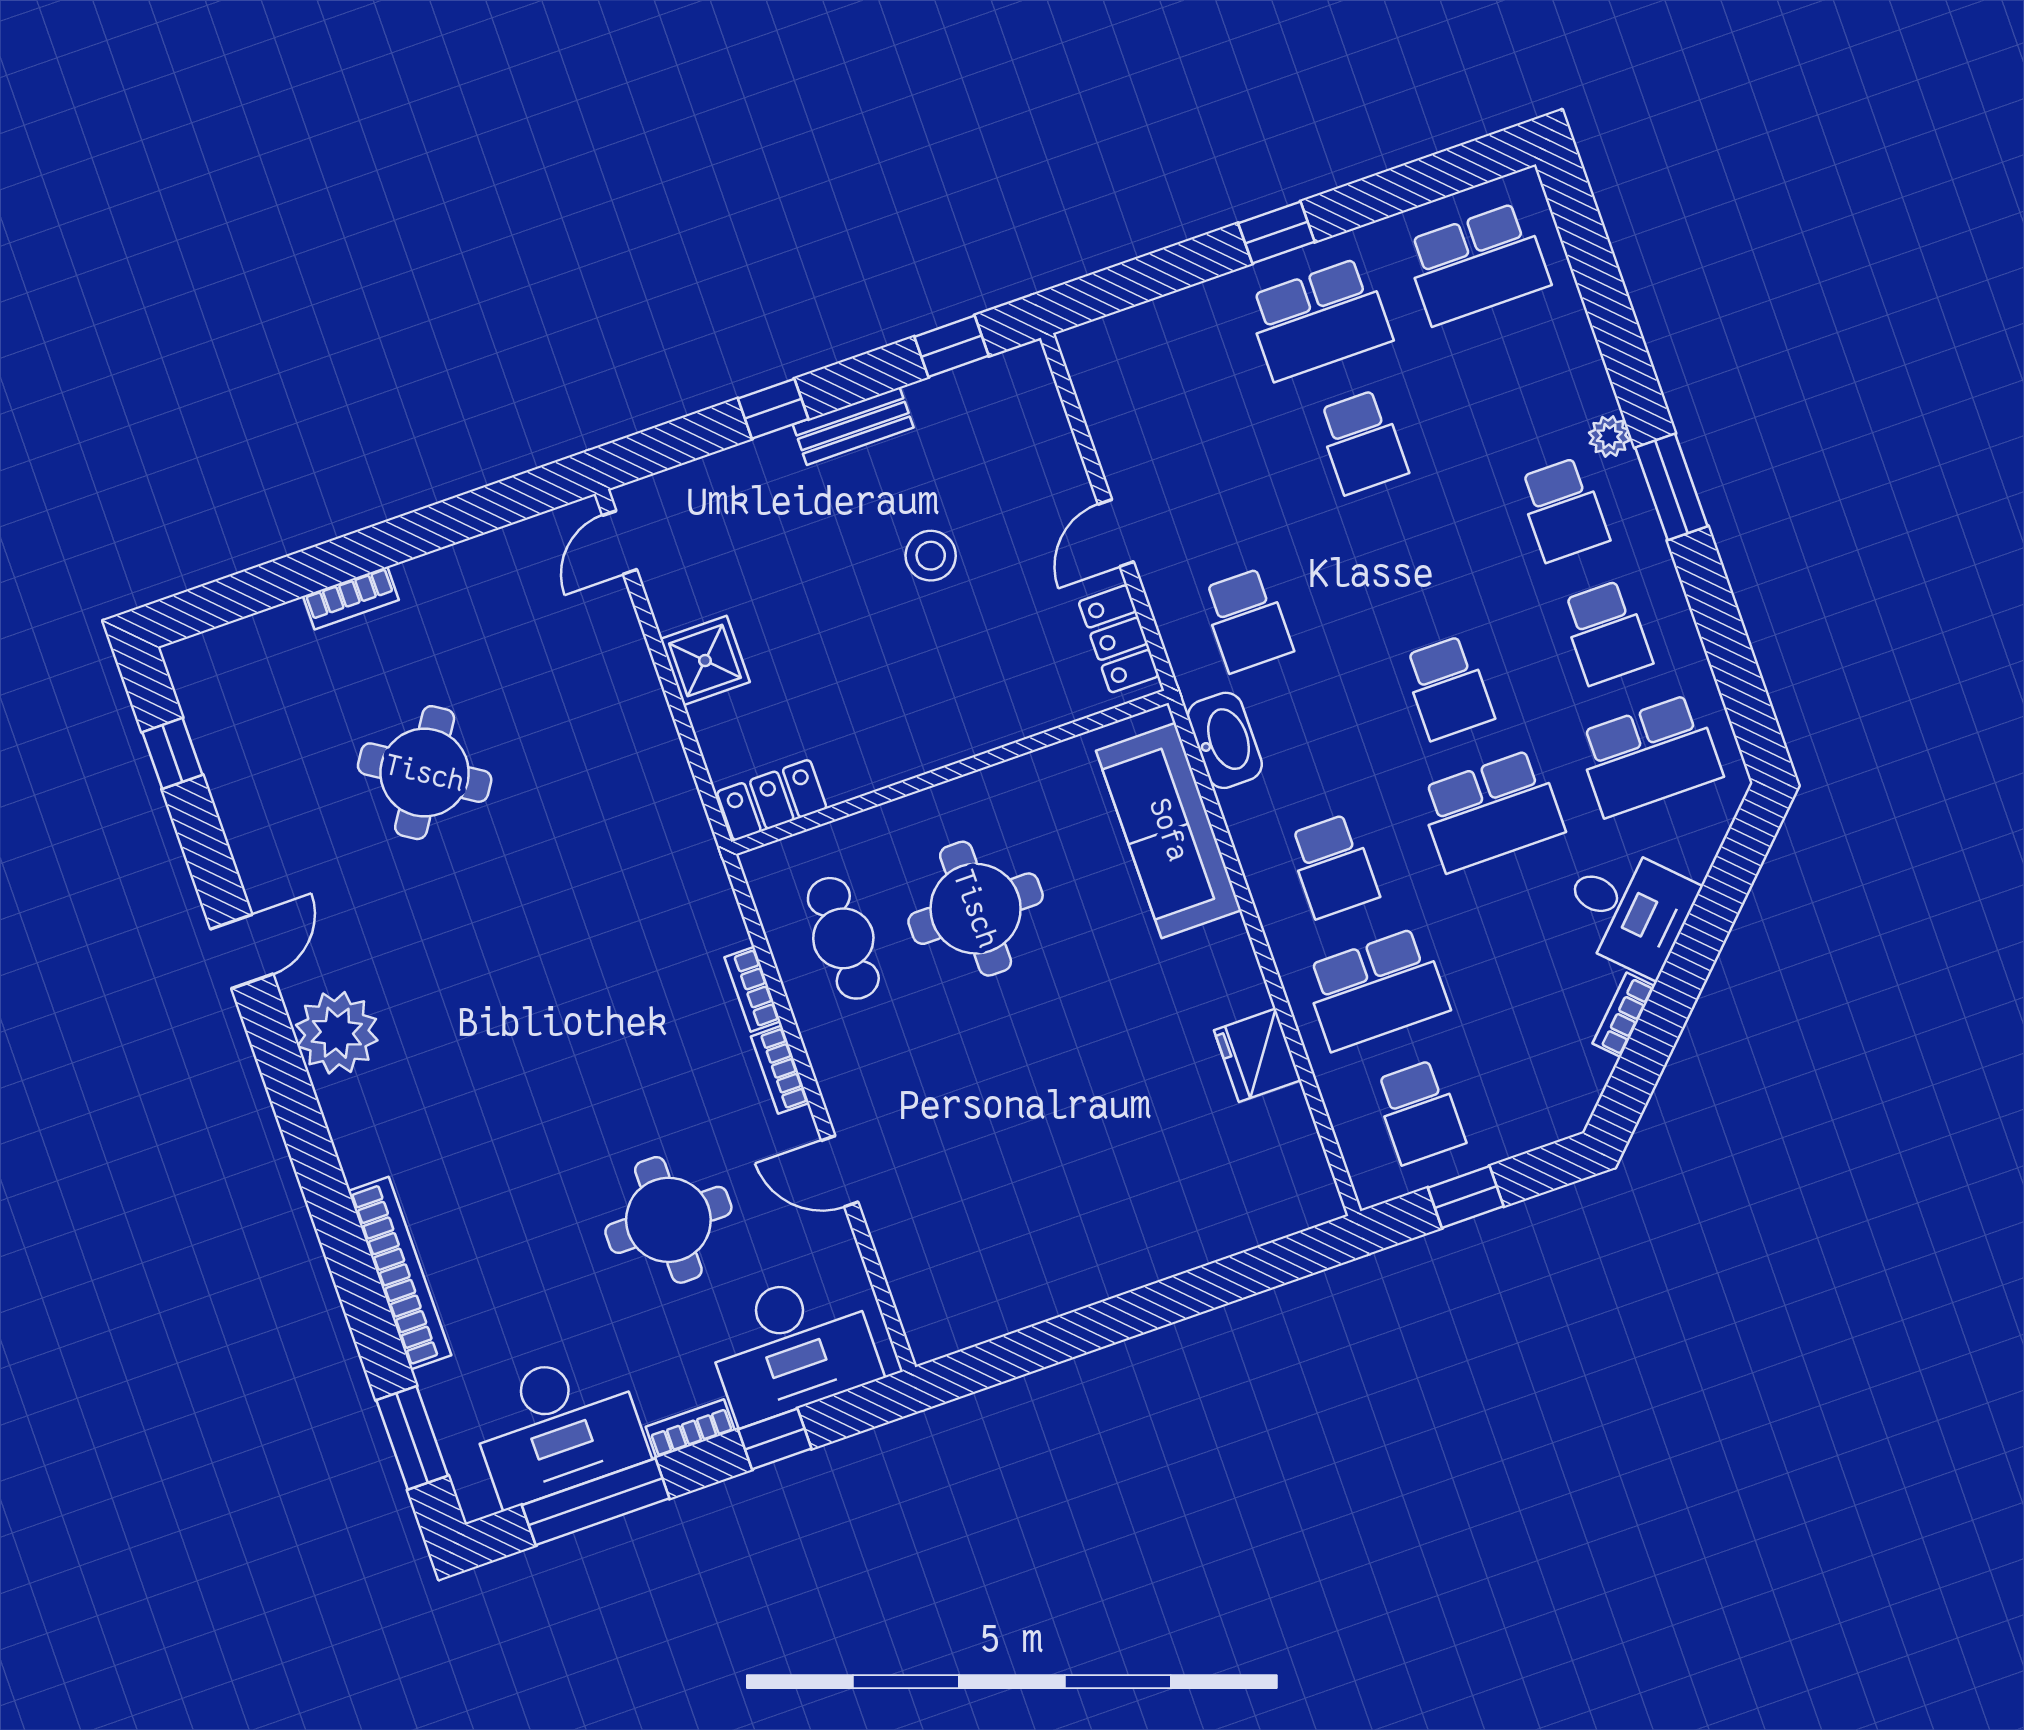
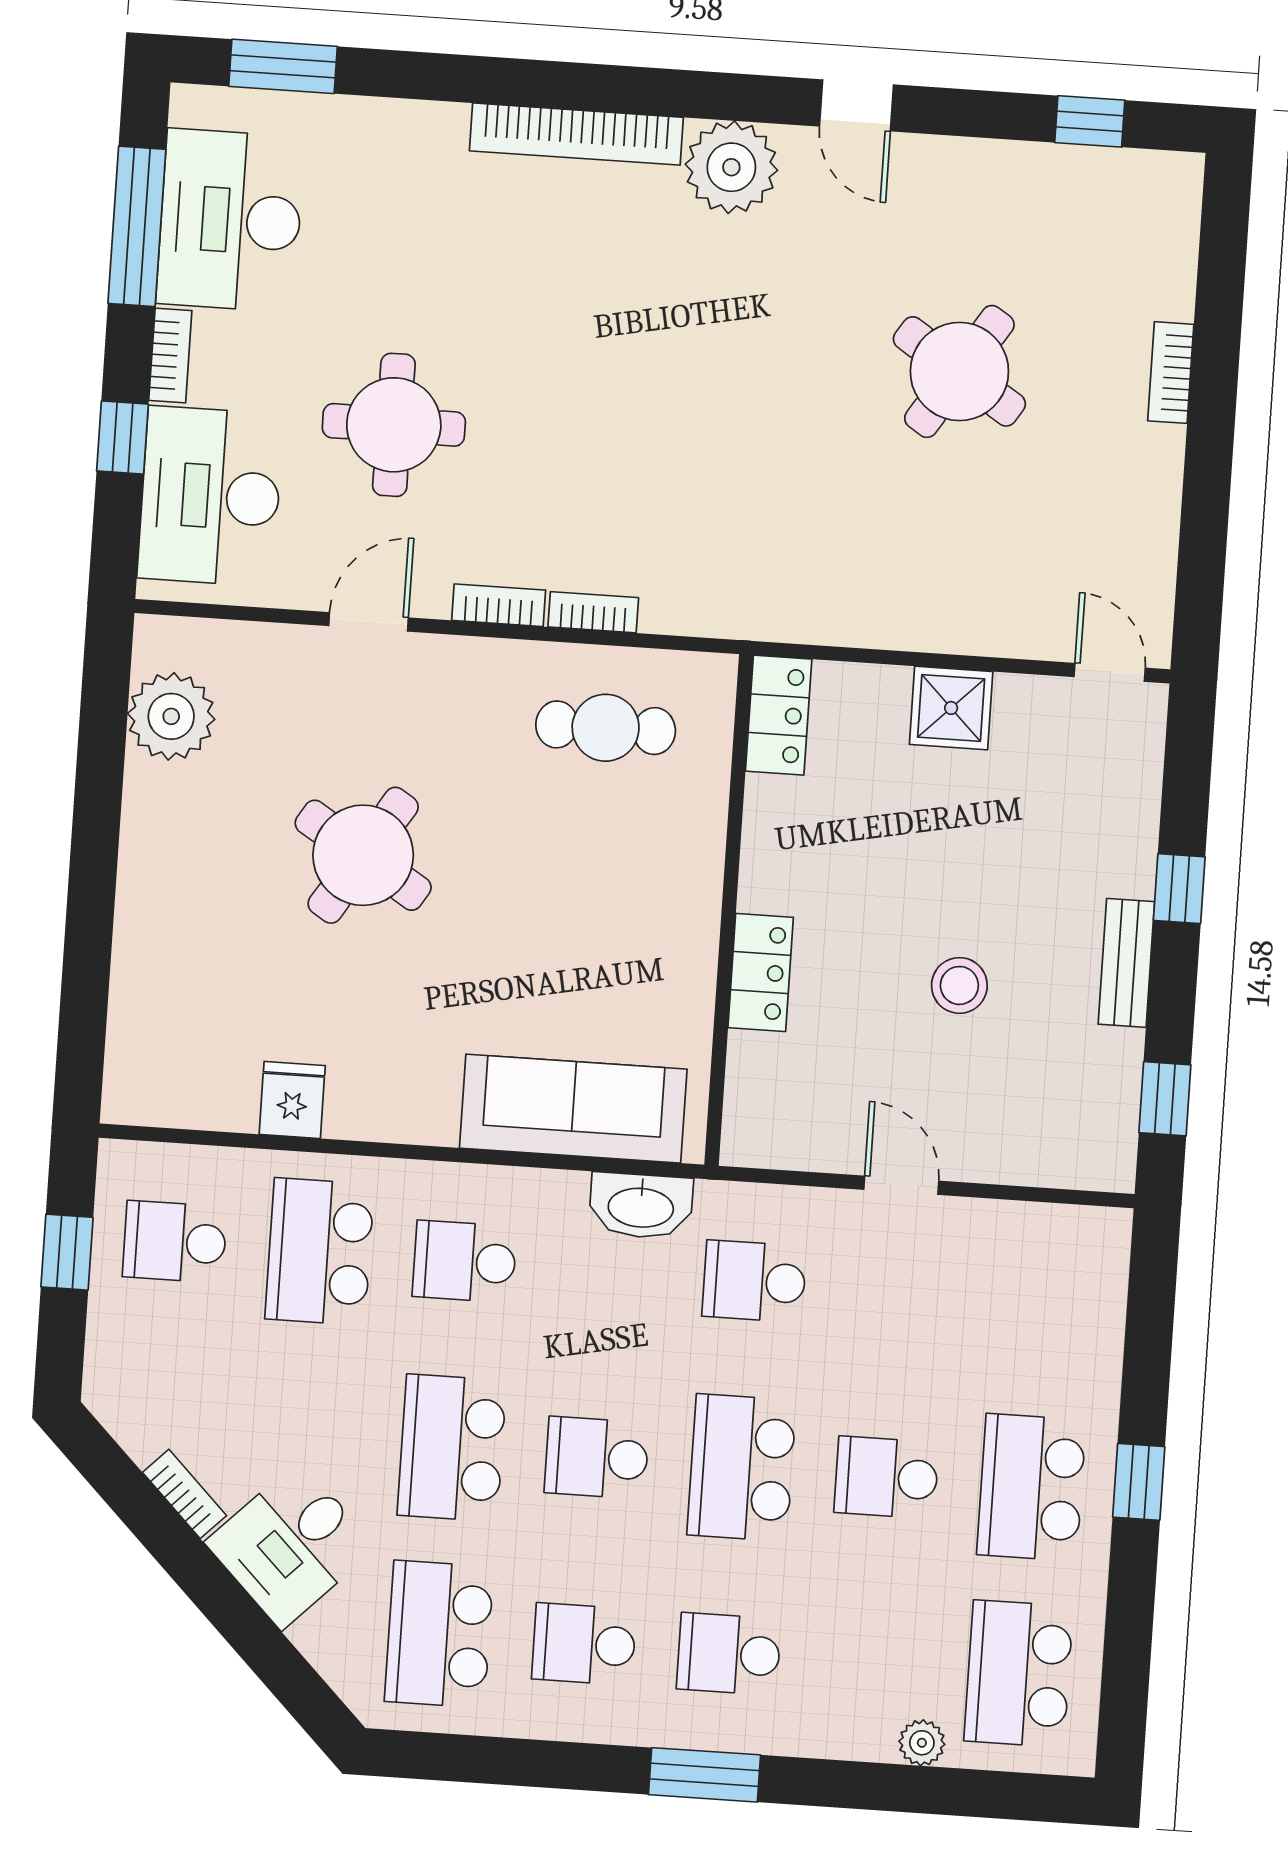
plant: (1609, 436) -> (922, 1743), moved
school desk: (1405, 565) -> (742, 1468), added
locker: (1119, 639) -> (761, 972), moved, turned 90
round table: (976, 909) -> (363, 855), moved, turned 32
fridge: (1257, 1055) -> (292, 1100), width x0.72
bookcase: (400, 1273) -> (576, 134), moved
plant: (987, 1300) -> (171, 716), added

